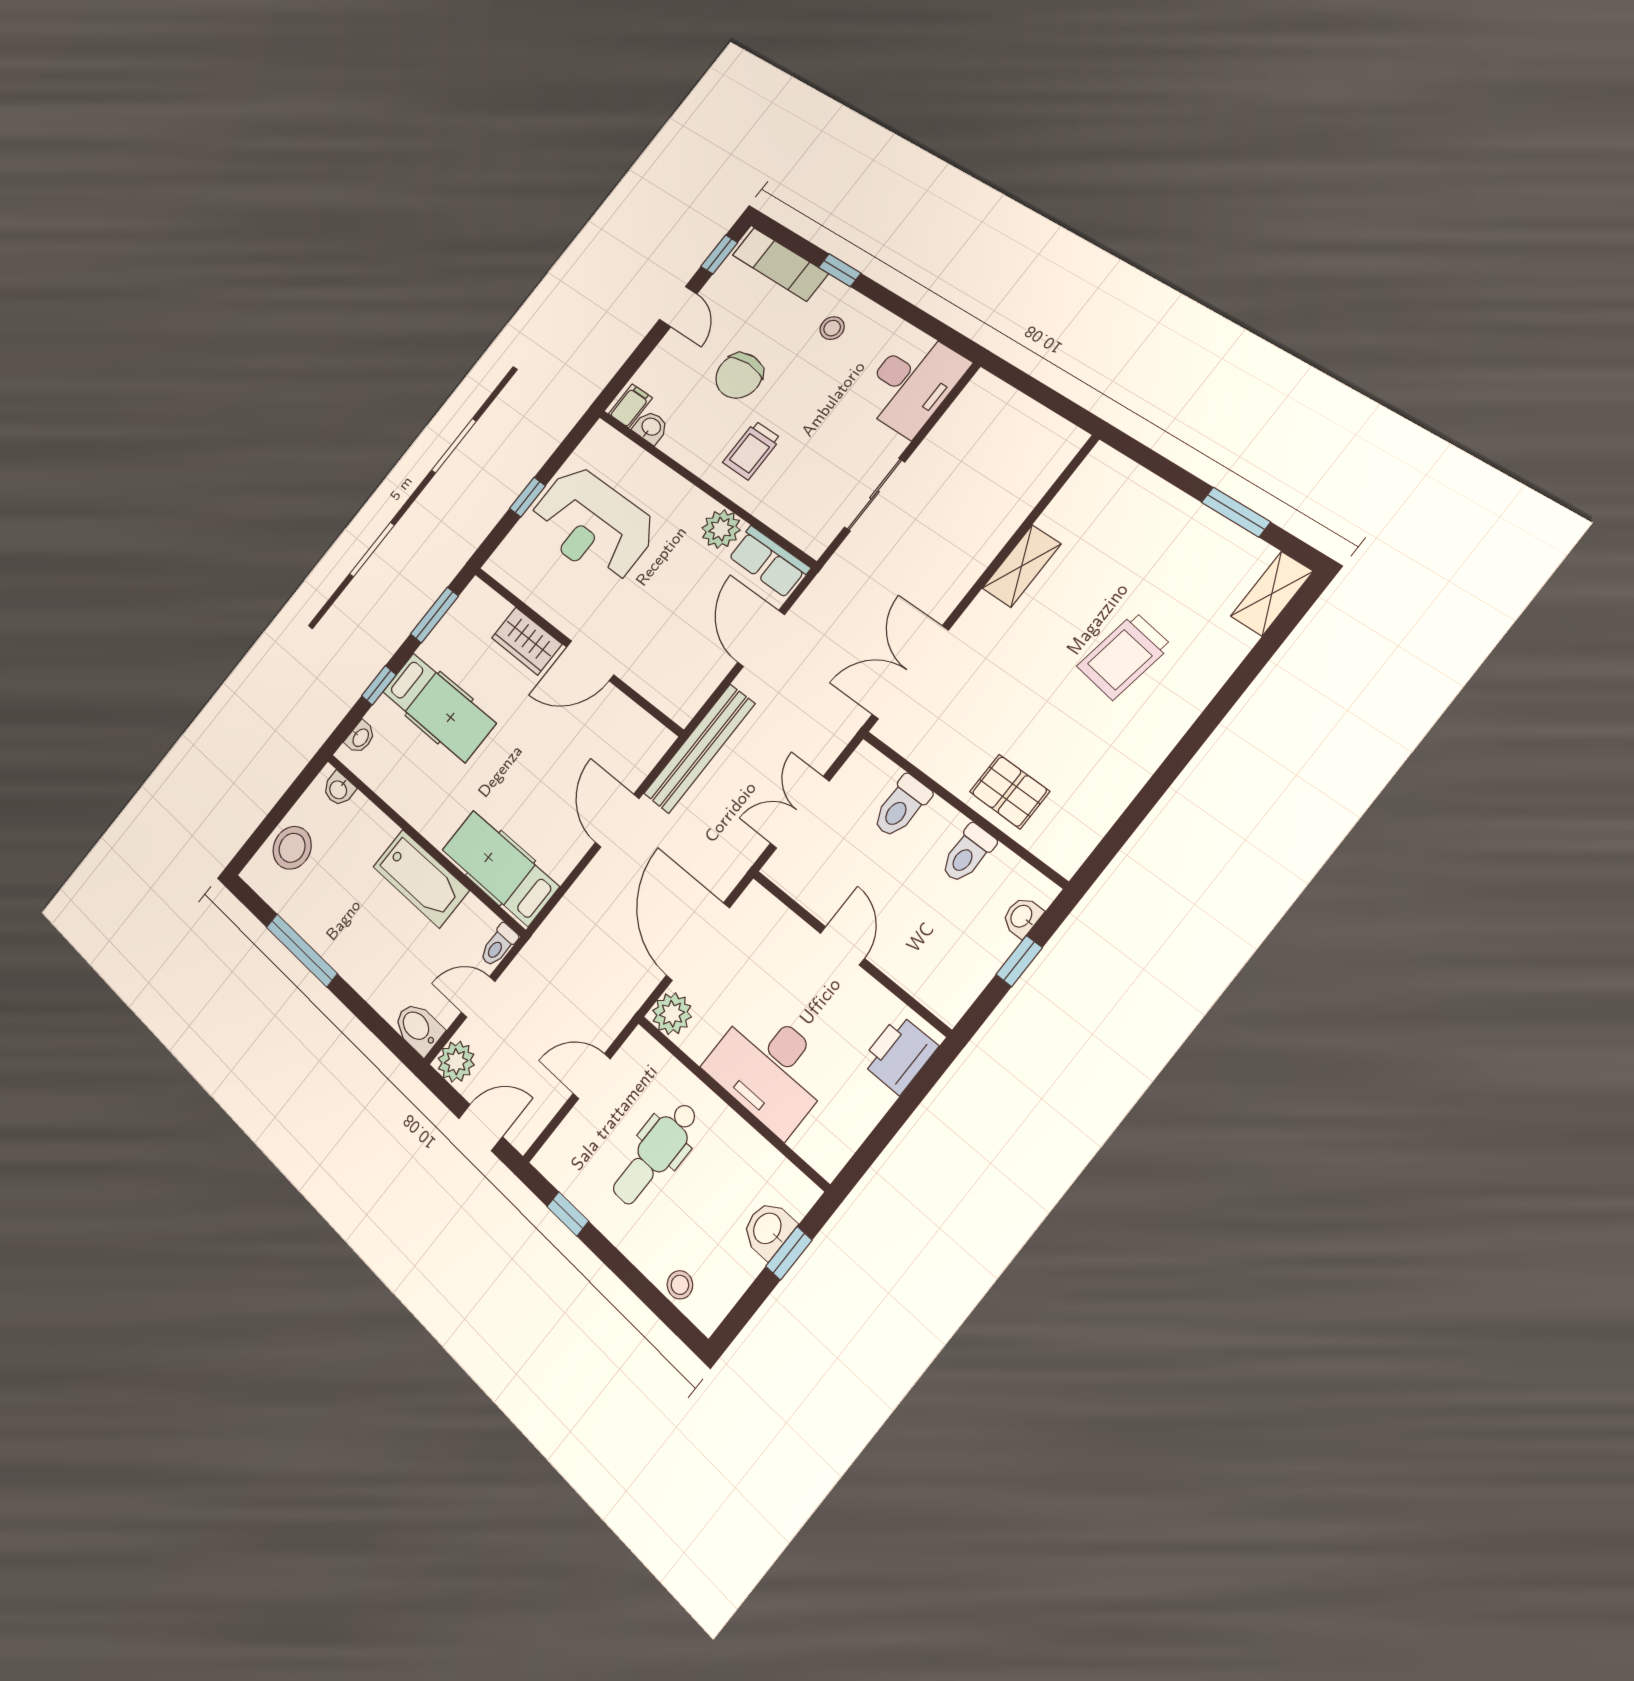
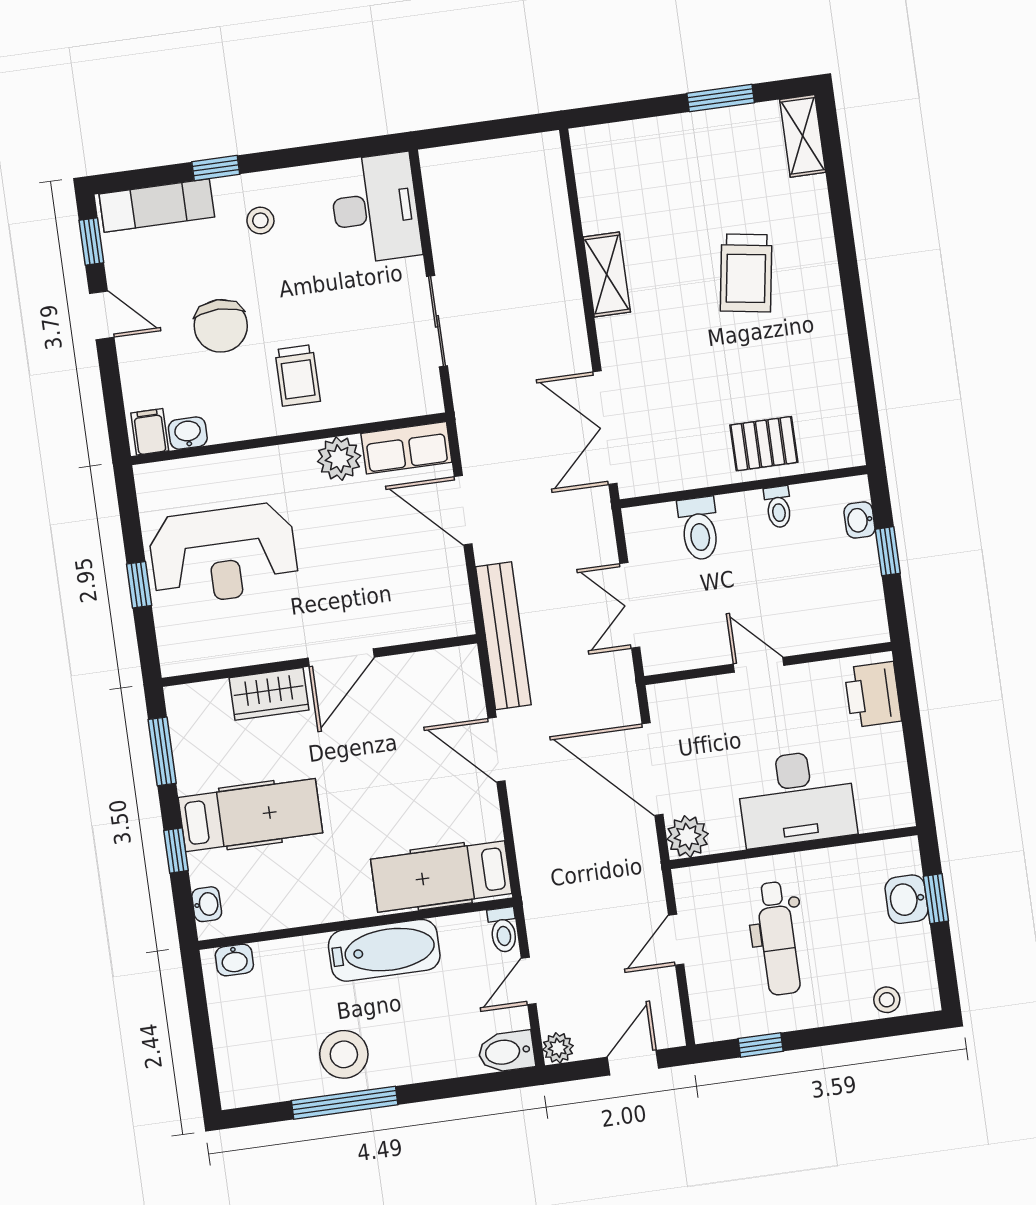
stool: (292, 848) -> (344, 1054), moved
toilet: (968, 854) -> (778, 507), width x0.73, depth x0.72
plant: (456, 1062) -> (558, 1048), width x0.73, depth x0.73

